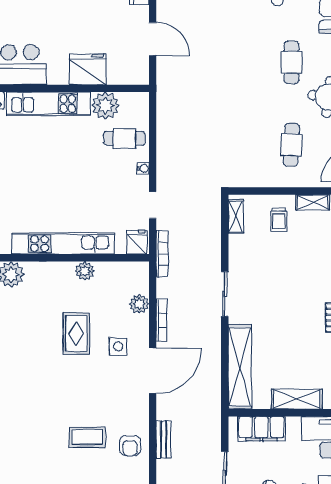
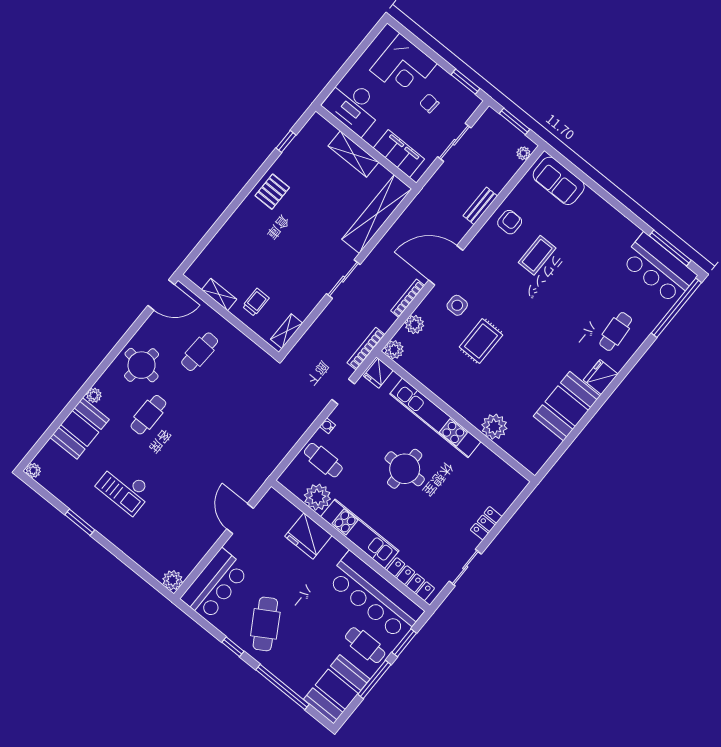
round table: (55, 184) -> (405, 469), added
plant: (85, 271) -> (394, 350), moved
coffee table: (87, 437) -> (537, 255), turned 90

